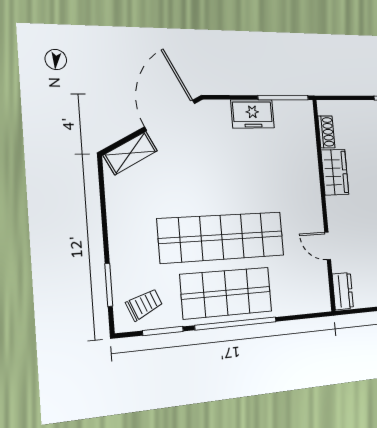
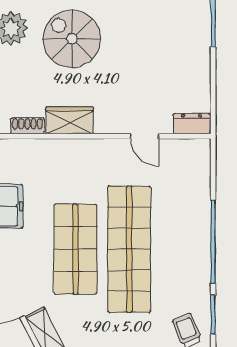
door: (328, 246) -> (145, 136), hinge flipped
shop shelf: (226, 293) -> (75, 249), moved

